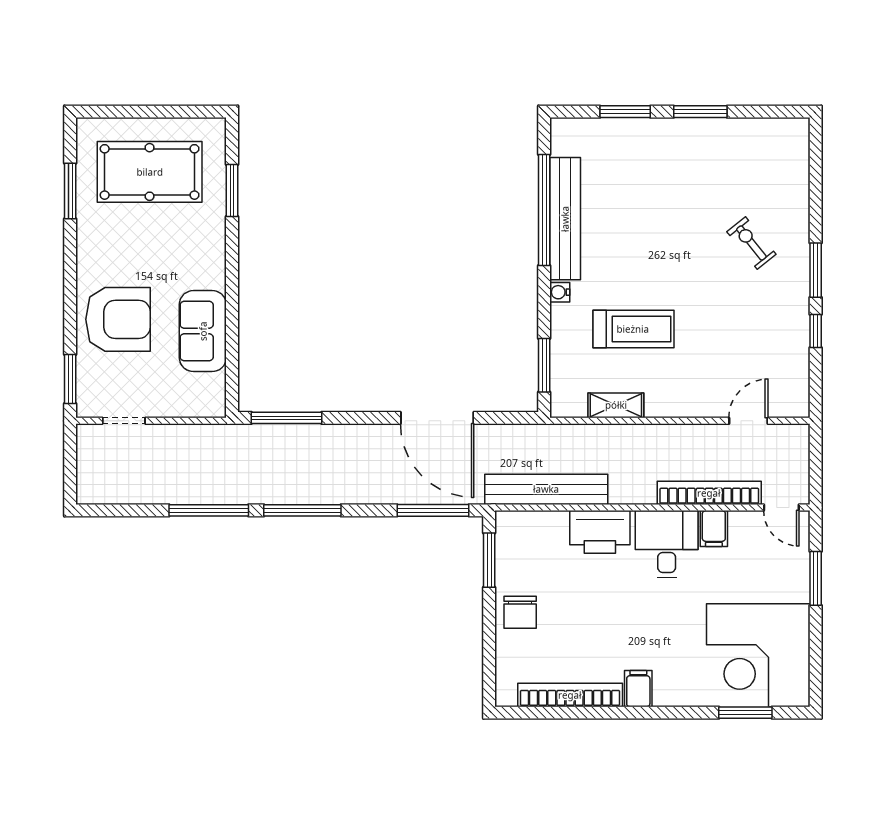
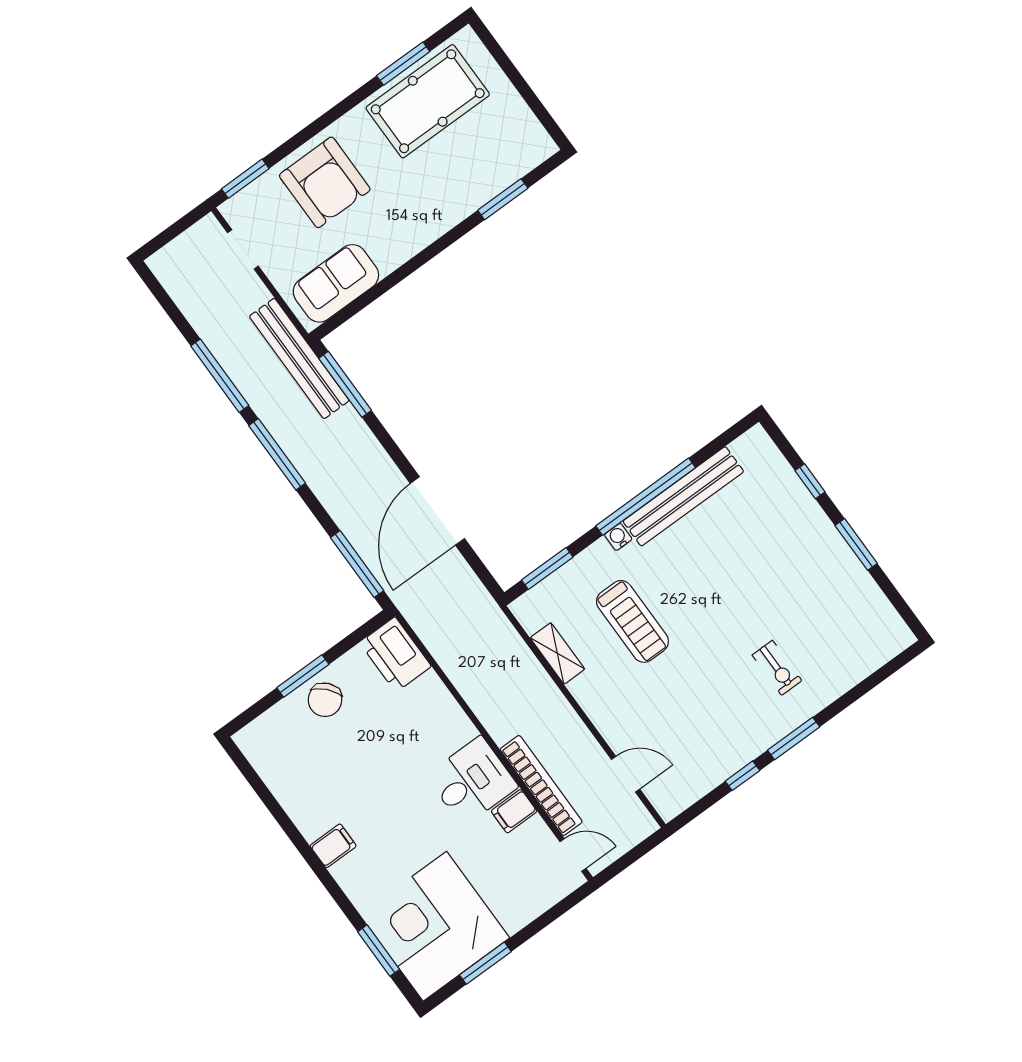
window: (625, 112) -> (810, 481), width x0.67
pool table: (150, 172) -> (428, 101), moved, turned 90
window: (544, 210) -> (646, 497), moved
exercise bike: (751, 243) -> (777, 668), turned 129
sofa: (203, 331) -> (336, 283), moved
bench: (546, 489) -> (299, 358), moved
door: (781, 508) -> (573, 855), swing flipped
printer: (600, 532) -> (395, 654), moved
window: (489, 560) -> (303, 676), moved
window: (816, 578) -> (485, 963), moved
chair: (520, 612) -> (325, 700), turned -42
bookcase: (570, 695) -> (286, 792), removed

